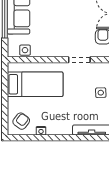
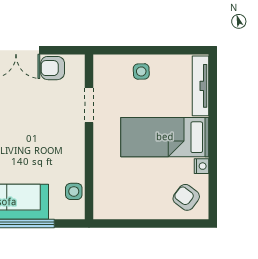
bed: (35, 84) -> (165, 137), moved, turned -90

